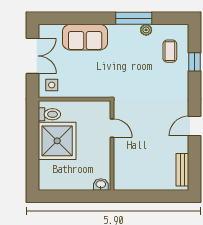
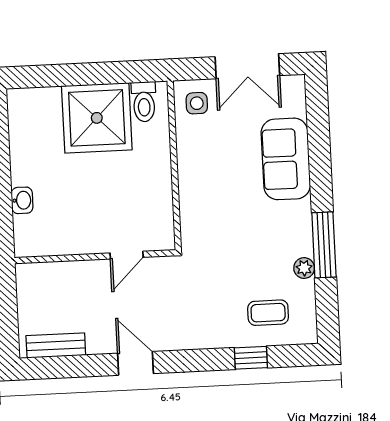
door: (112, 128) -> (127, 255), moved
wall: (112, 146) -> (95, 257), moved

